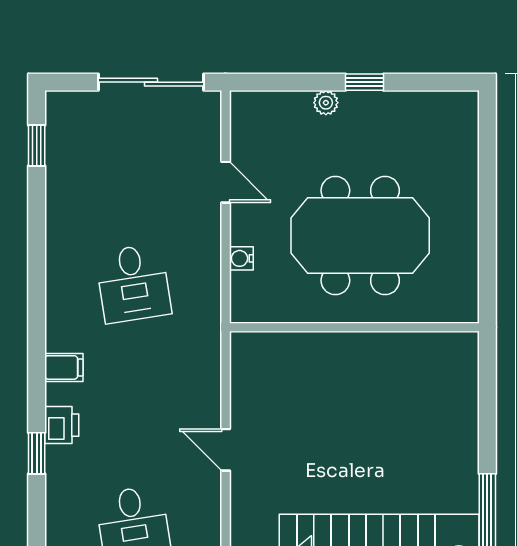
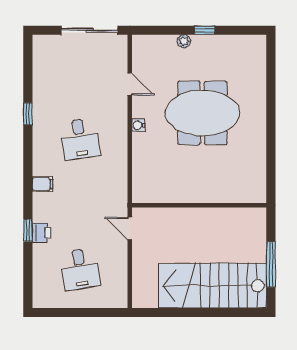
window: (37, 145) -> (28, 114), moved
wall: (354, 327) -> (199, 205), moved
printer: (62, 425) -> (41, 233), moved

